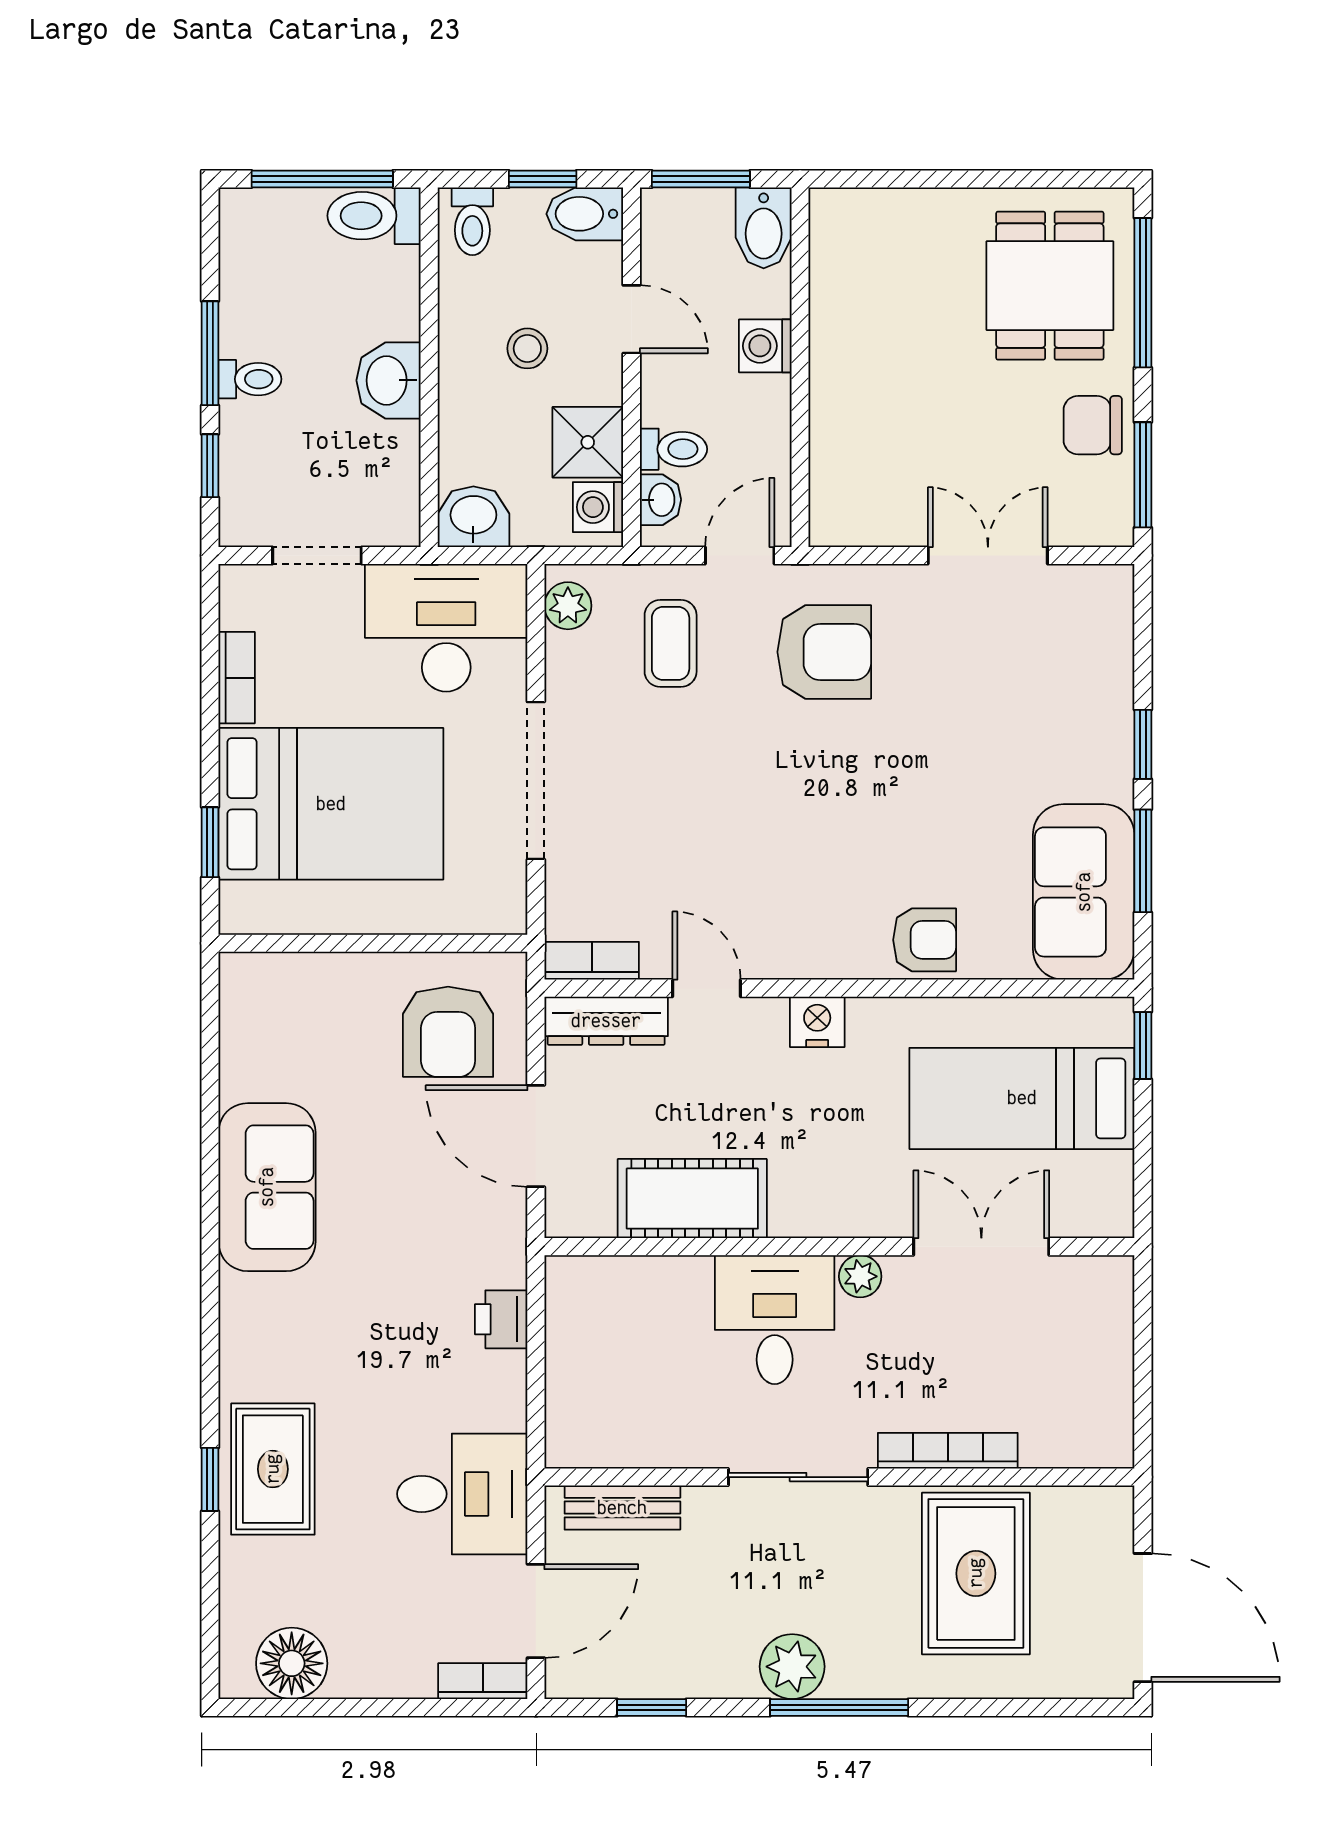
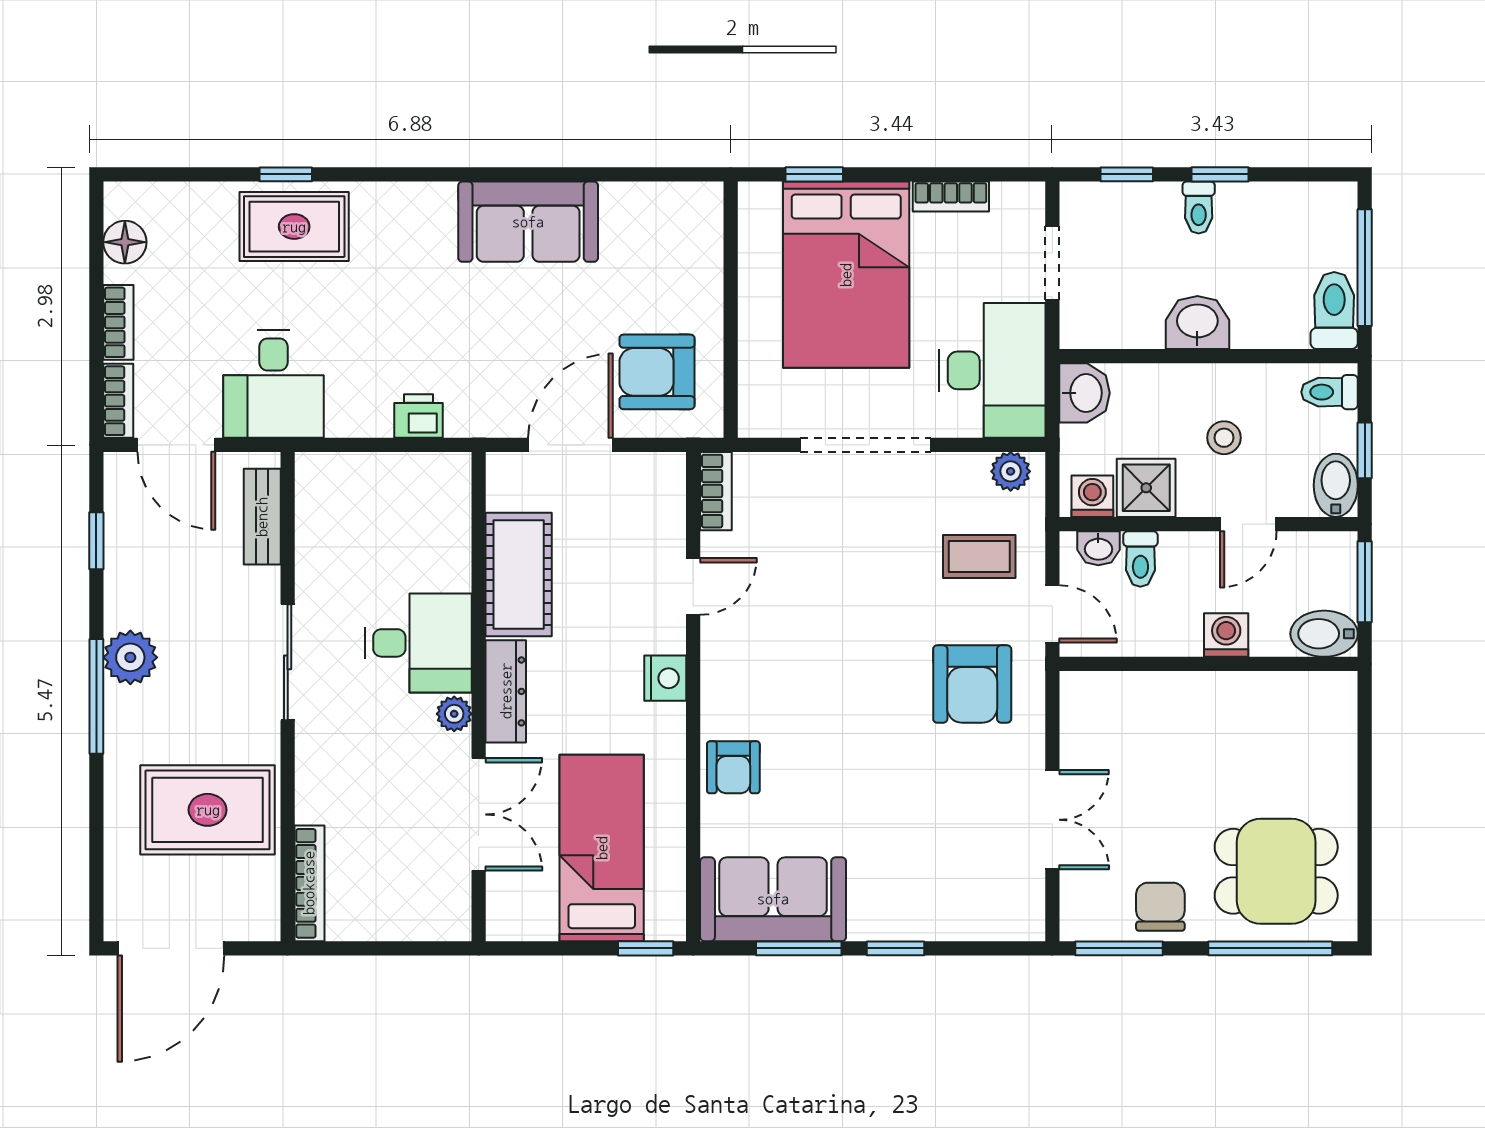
window: (210, 353) -> (1220, 174), width x0.67
dresser: (606, 1021) -> (506, 691), moved, turned 180
bookcase: (948, 1451) -> (309, 883), moved
floor lamp: (292, 1663) -> (125, 242), width x0.73, depth x0.73
bookcase: (388, 1681) -> (118, 322), added

